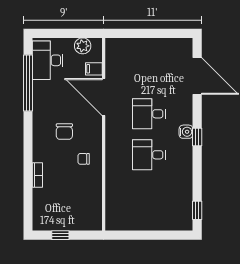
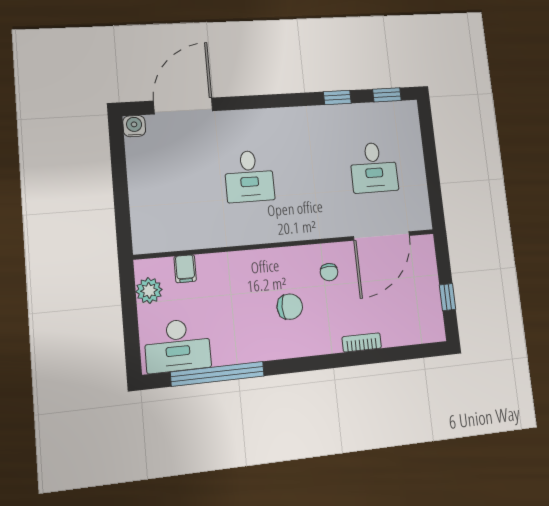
door: (104, 97) -> (382, 236), moved
water cooler: (186, 132) -> (134, 126), moved
window: (197, 137) -> (337, 97), moved
desk: (149, 155) -> (374, 167), moved

